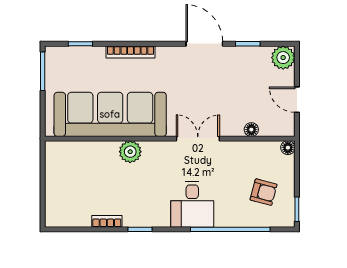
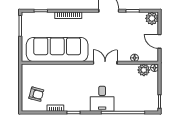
plant: (130, 152) -> (144, 70), moved
armchair: (264, 192) -> (36, 94), moved

